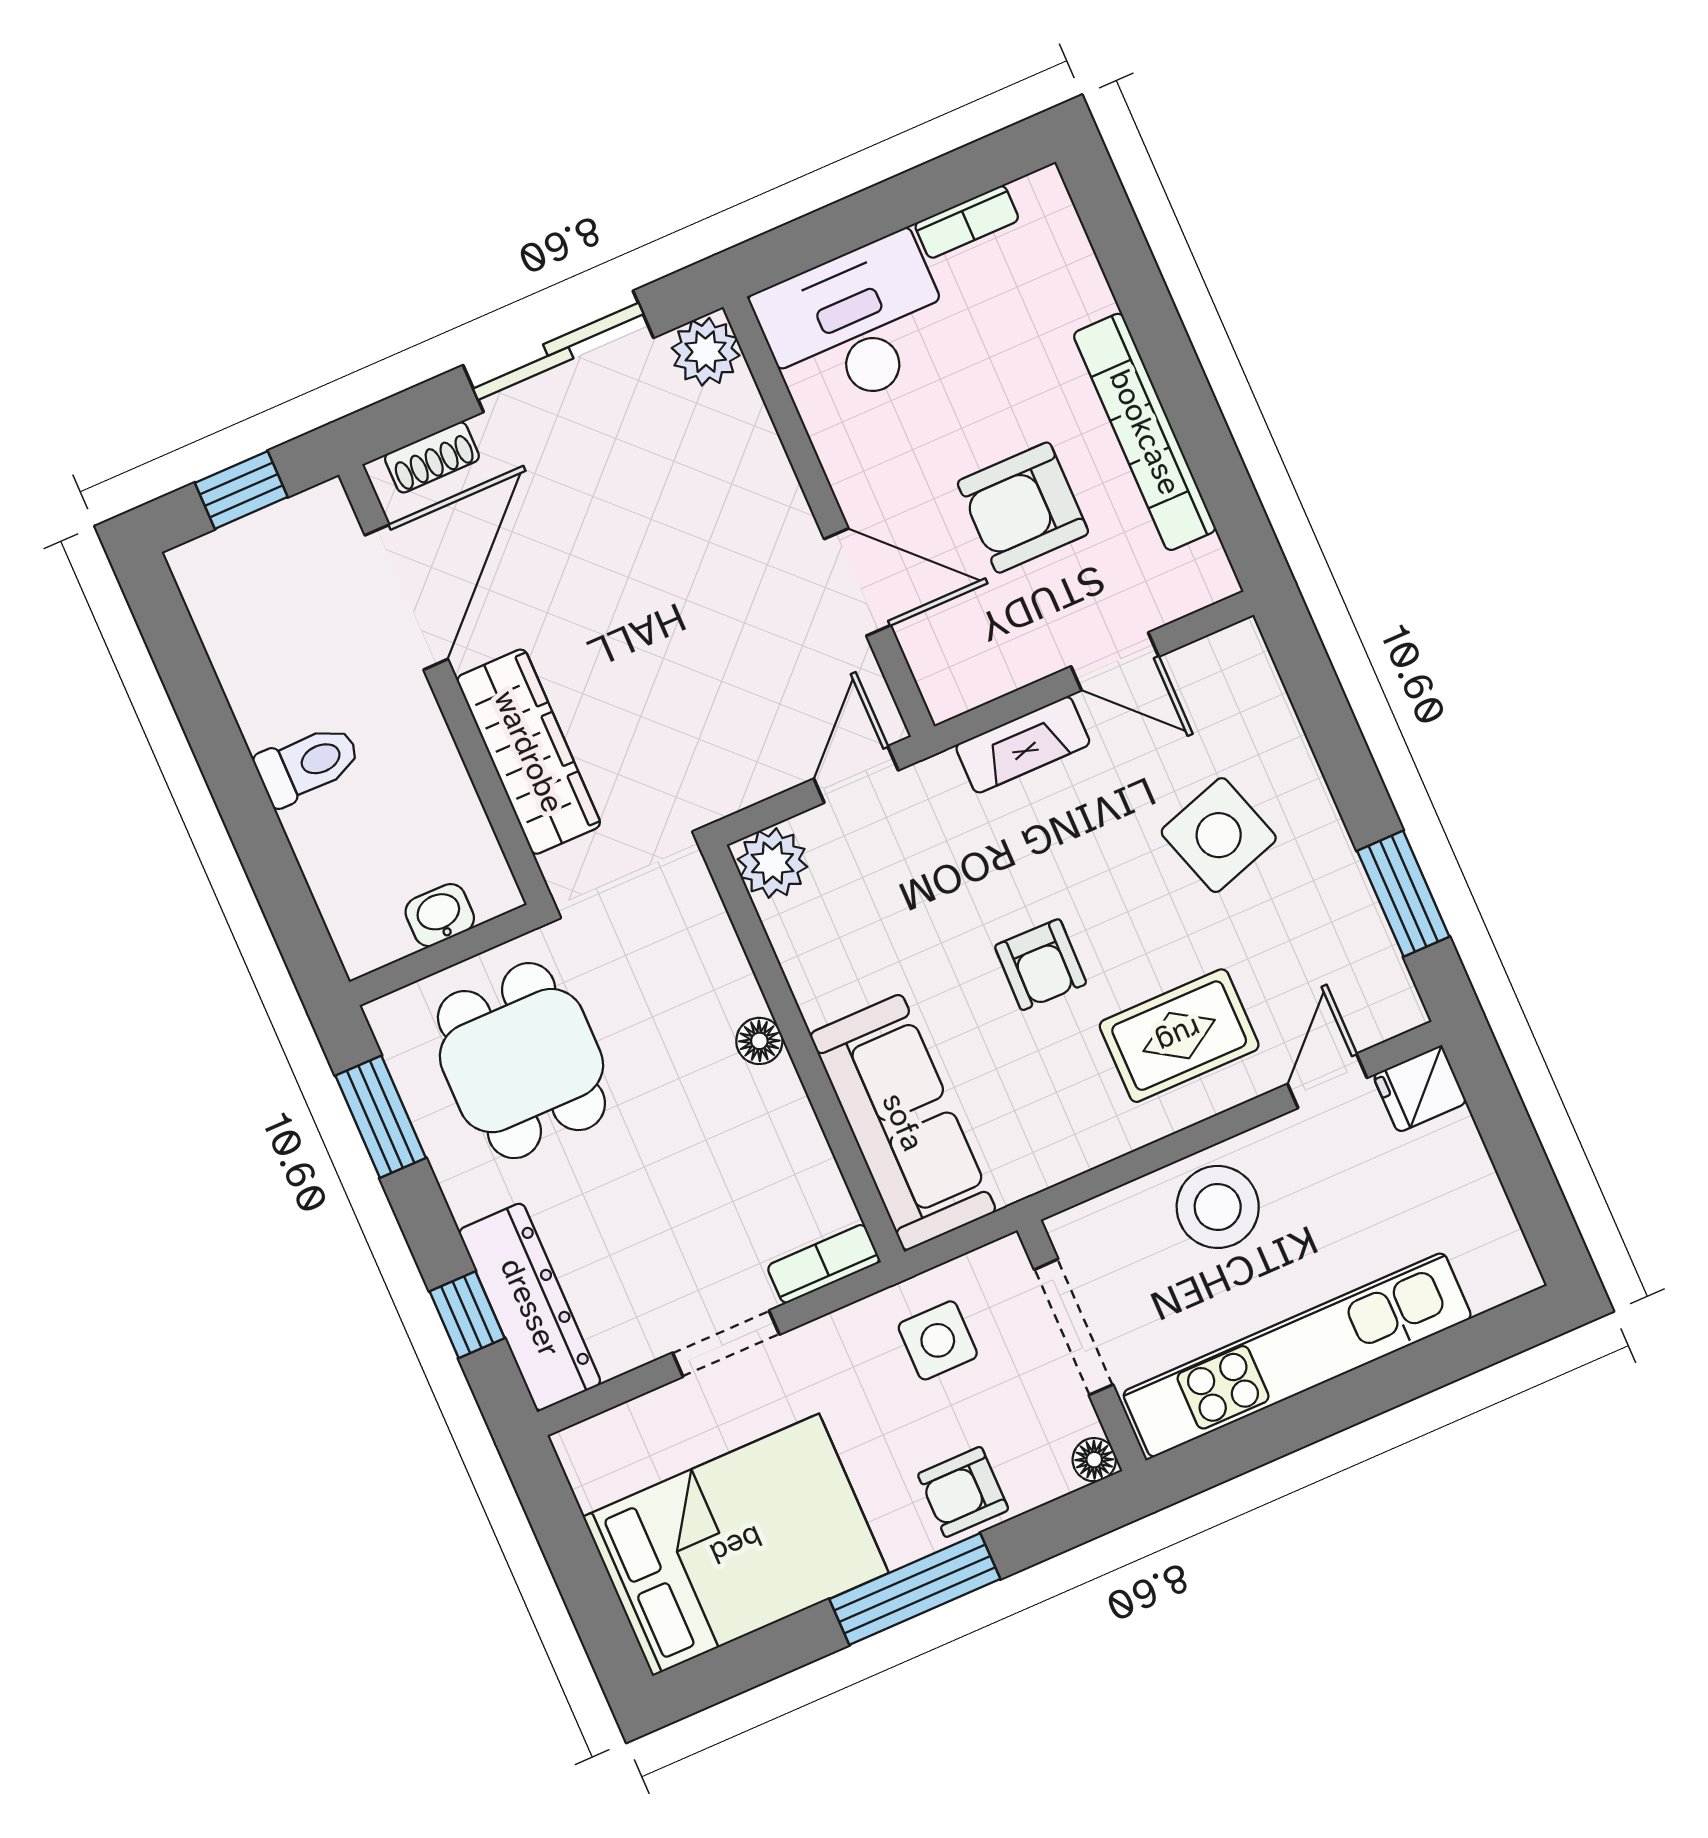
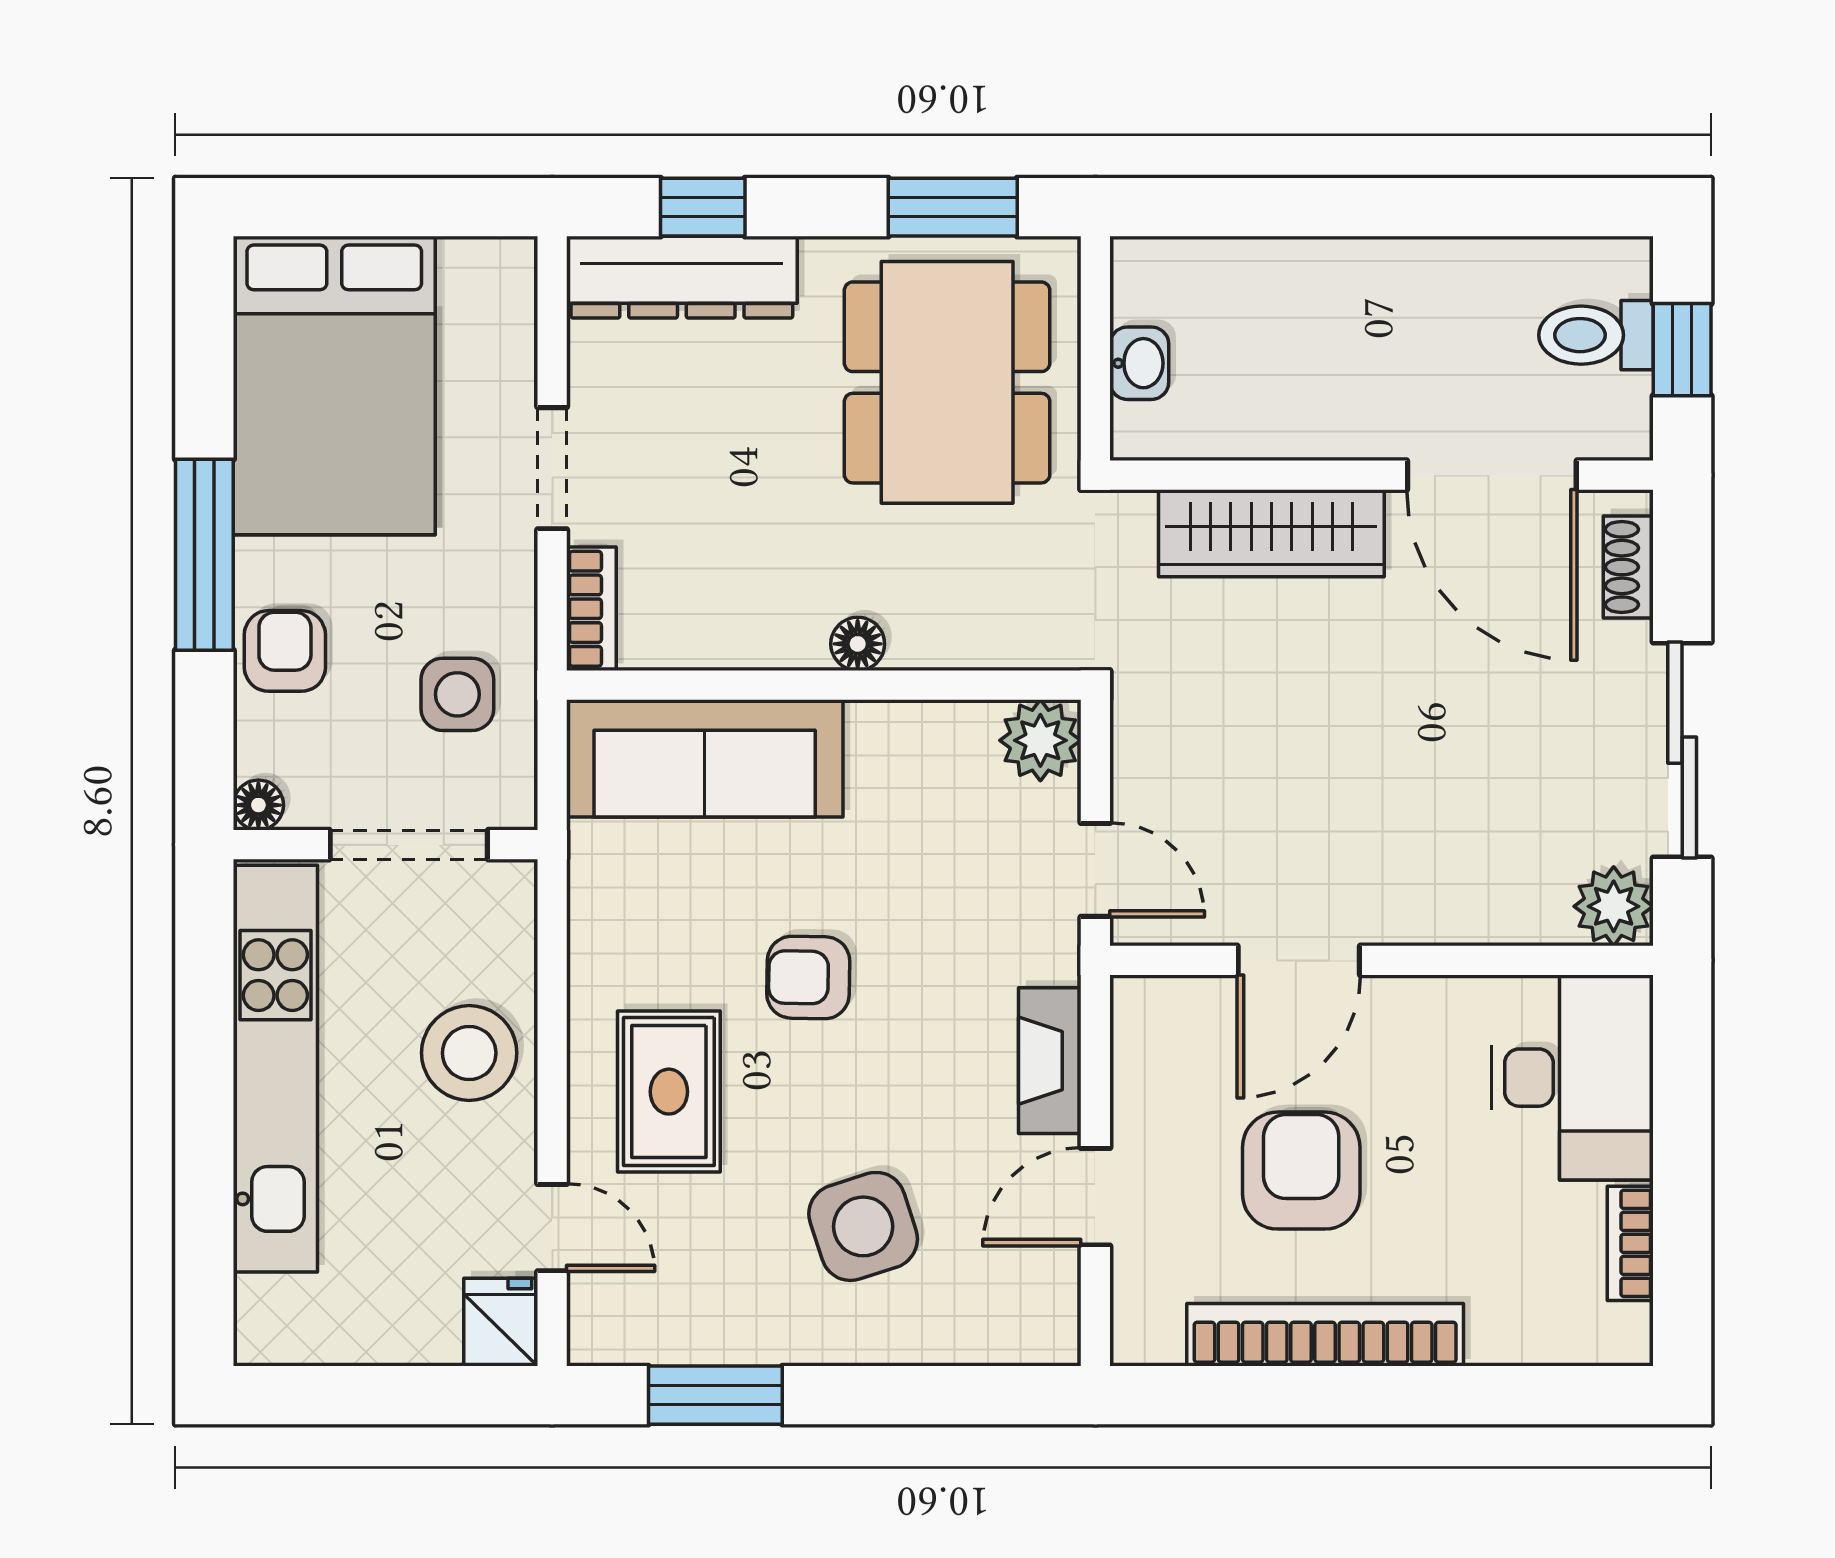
toilet: (308, 764) -> (1596, 335), moved, turned 90
dining table: (521, 1061) -> (947, 382), width x1.38

